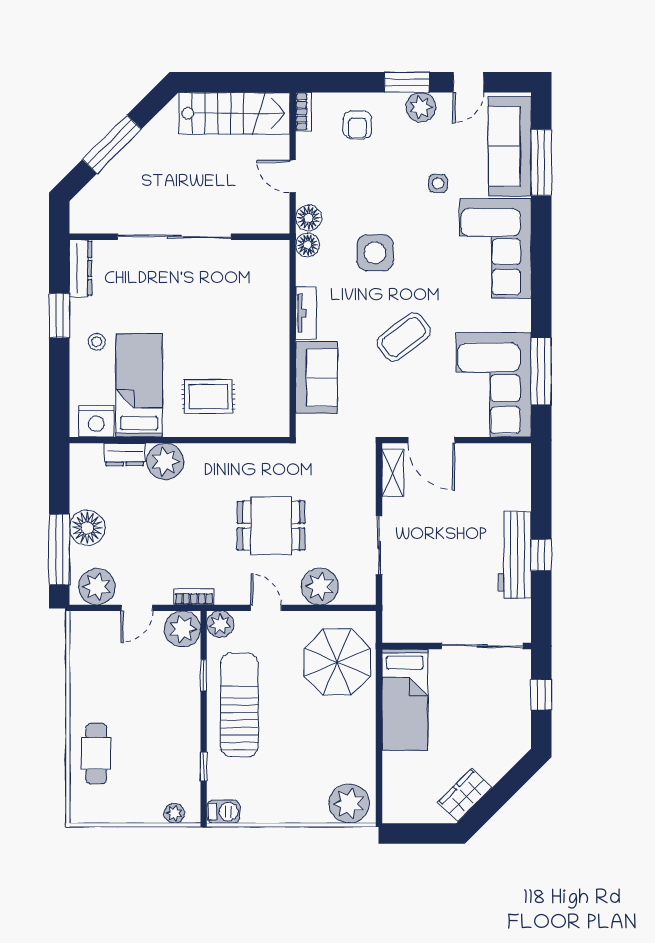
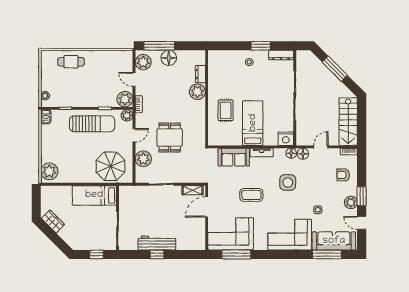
coffee table: (404, 337) -> (251, 195), turned -53
bed: (139, 385) -> (253, 123), moved, turned -90
nightstand: (96, 421) -> (286, 139), moved, turned -90

